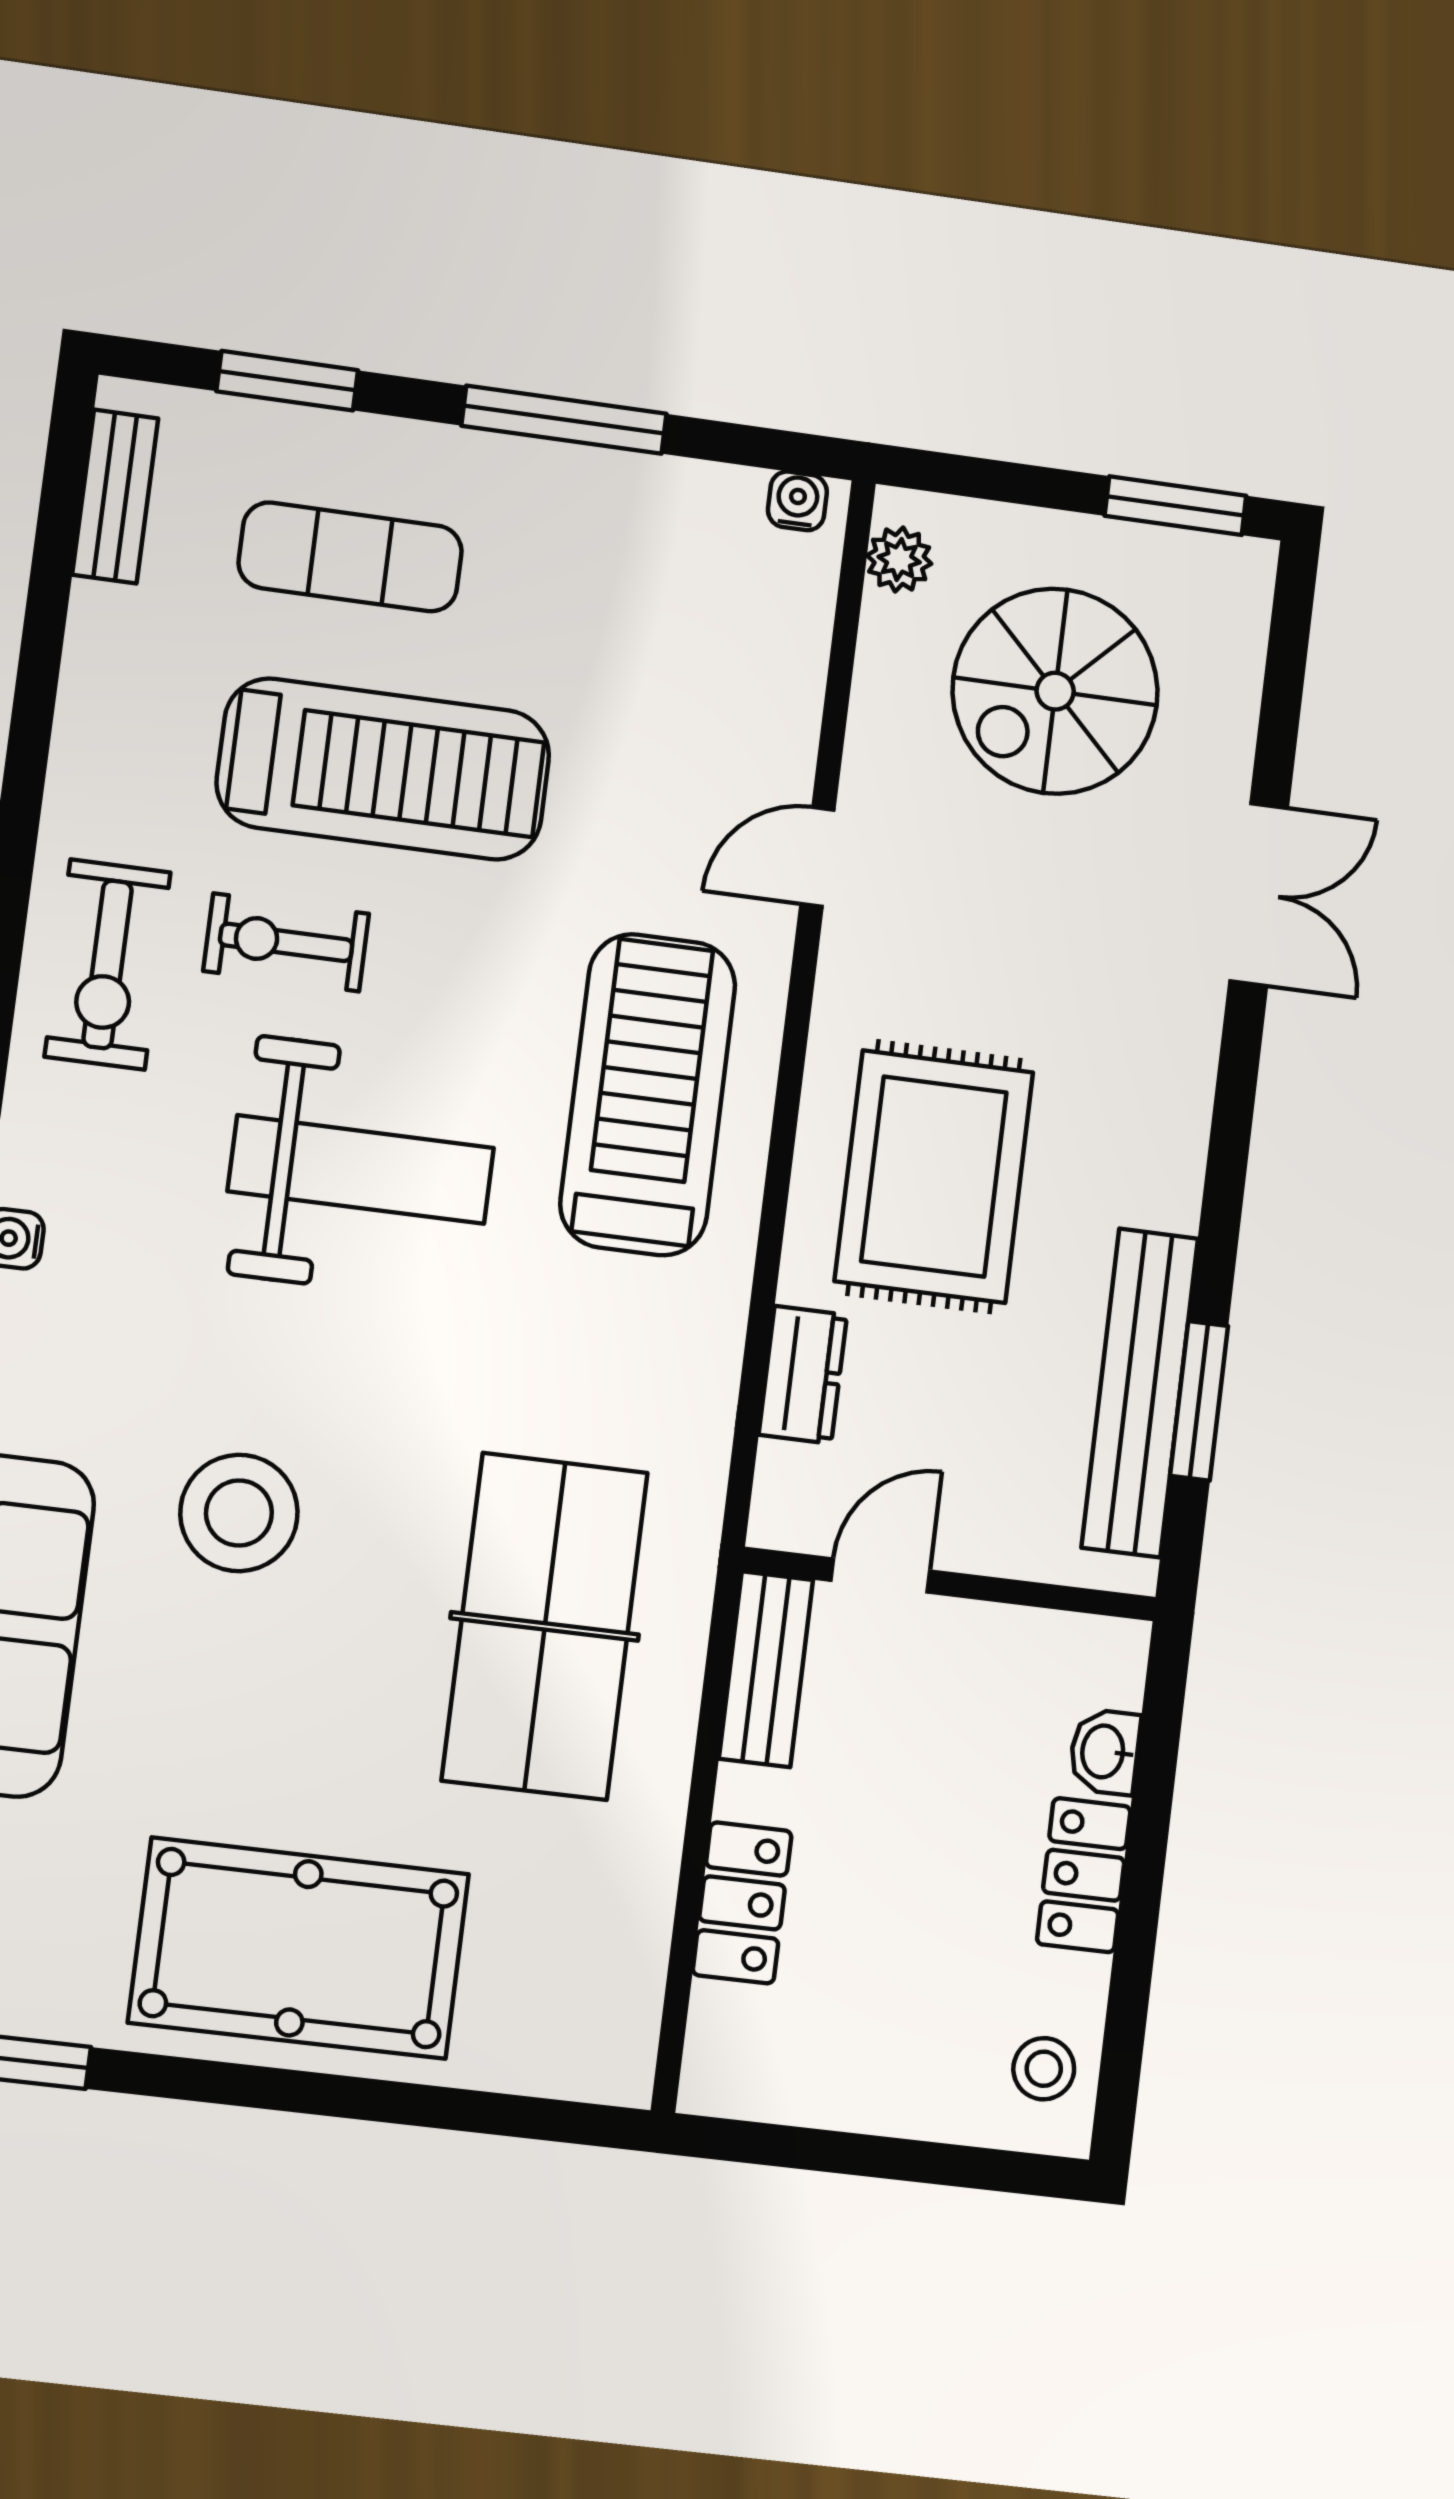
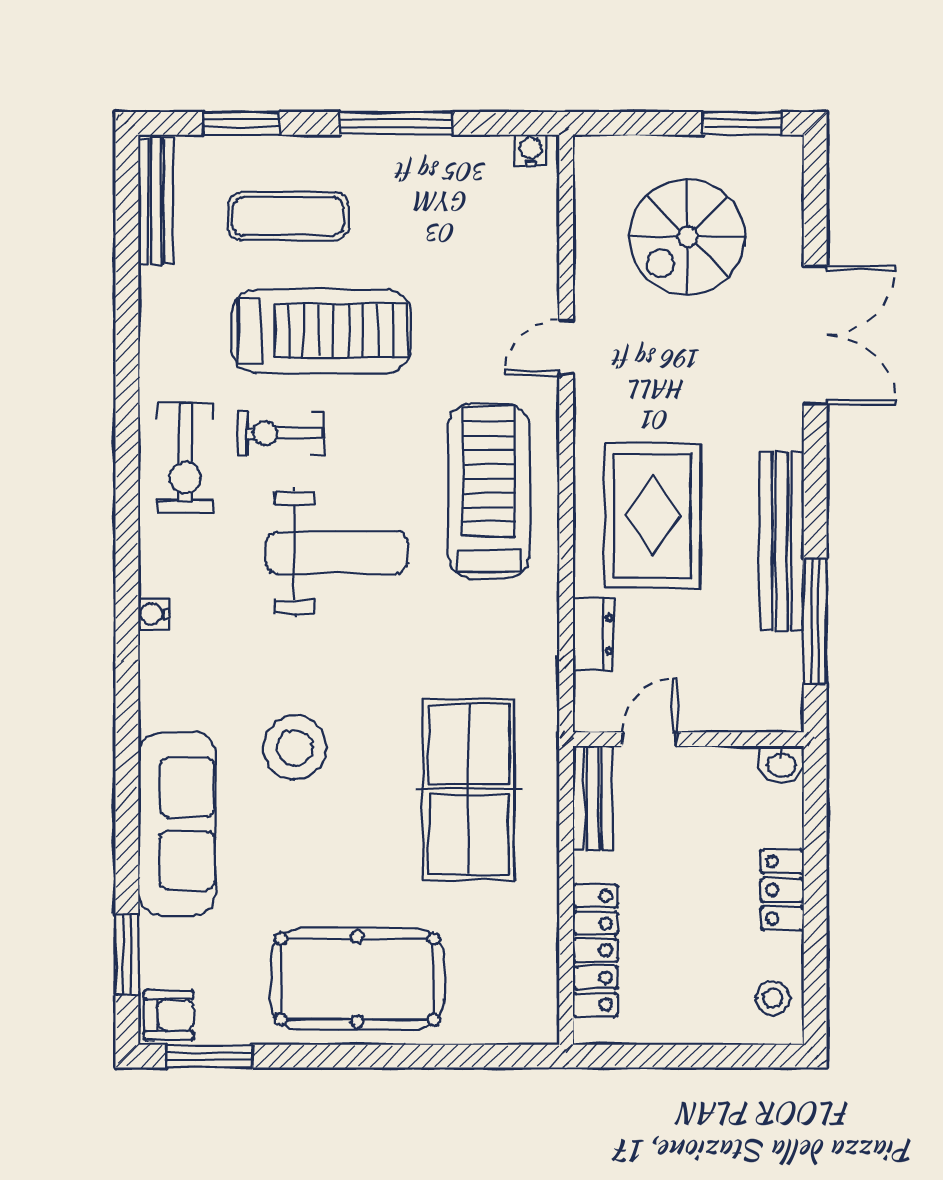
bench: (115, 497) -> (156, 201), width x1.36
plant: (899, 559) -> (591, 175), removed
double door: (1259, 894) -> (815, 335), width x1.37
bench: (1140, 1393) -> (782, 541), moved
window: (1199, 1401) -> (815, 621), width x1.44
washbasin: (1105, 1752) -> (781, 764), moved, turned -90
locker: (742, 1903) -> (595, 950), width x1.53

